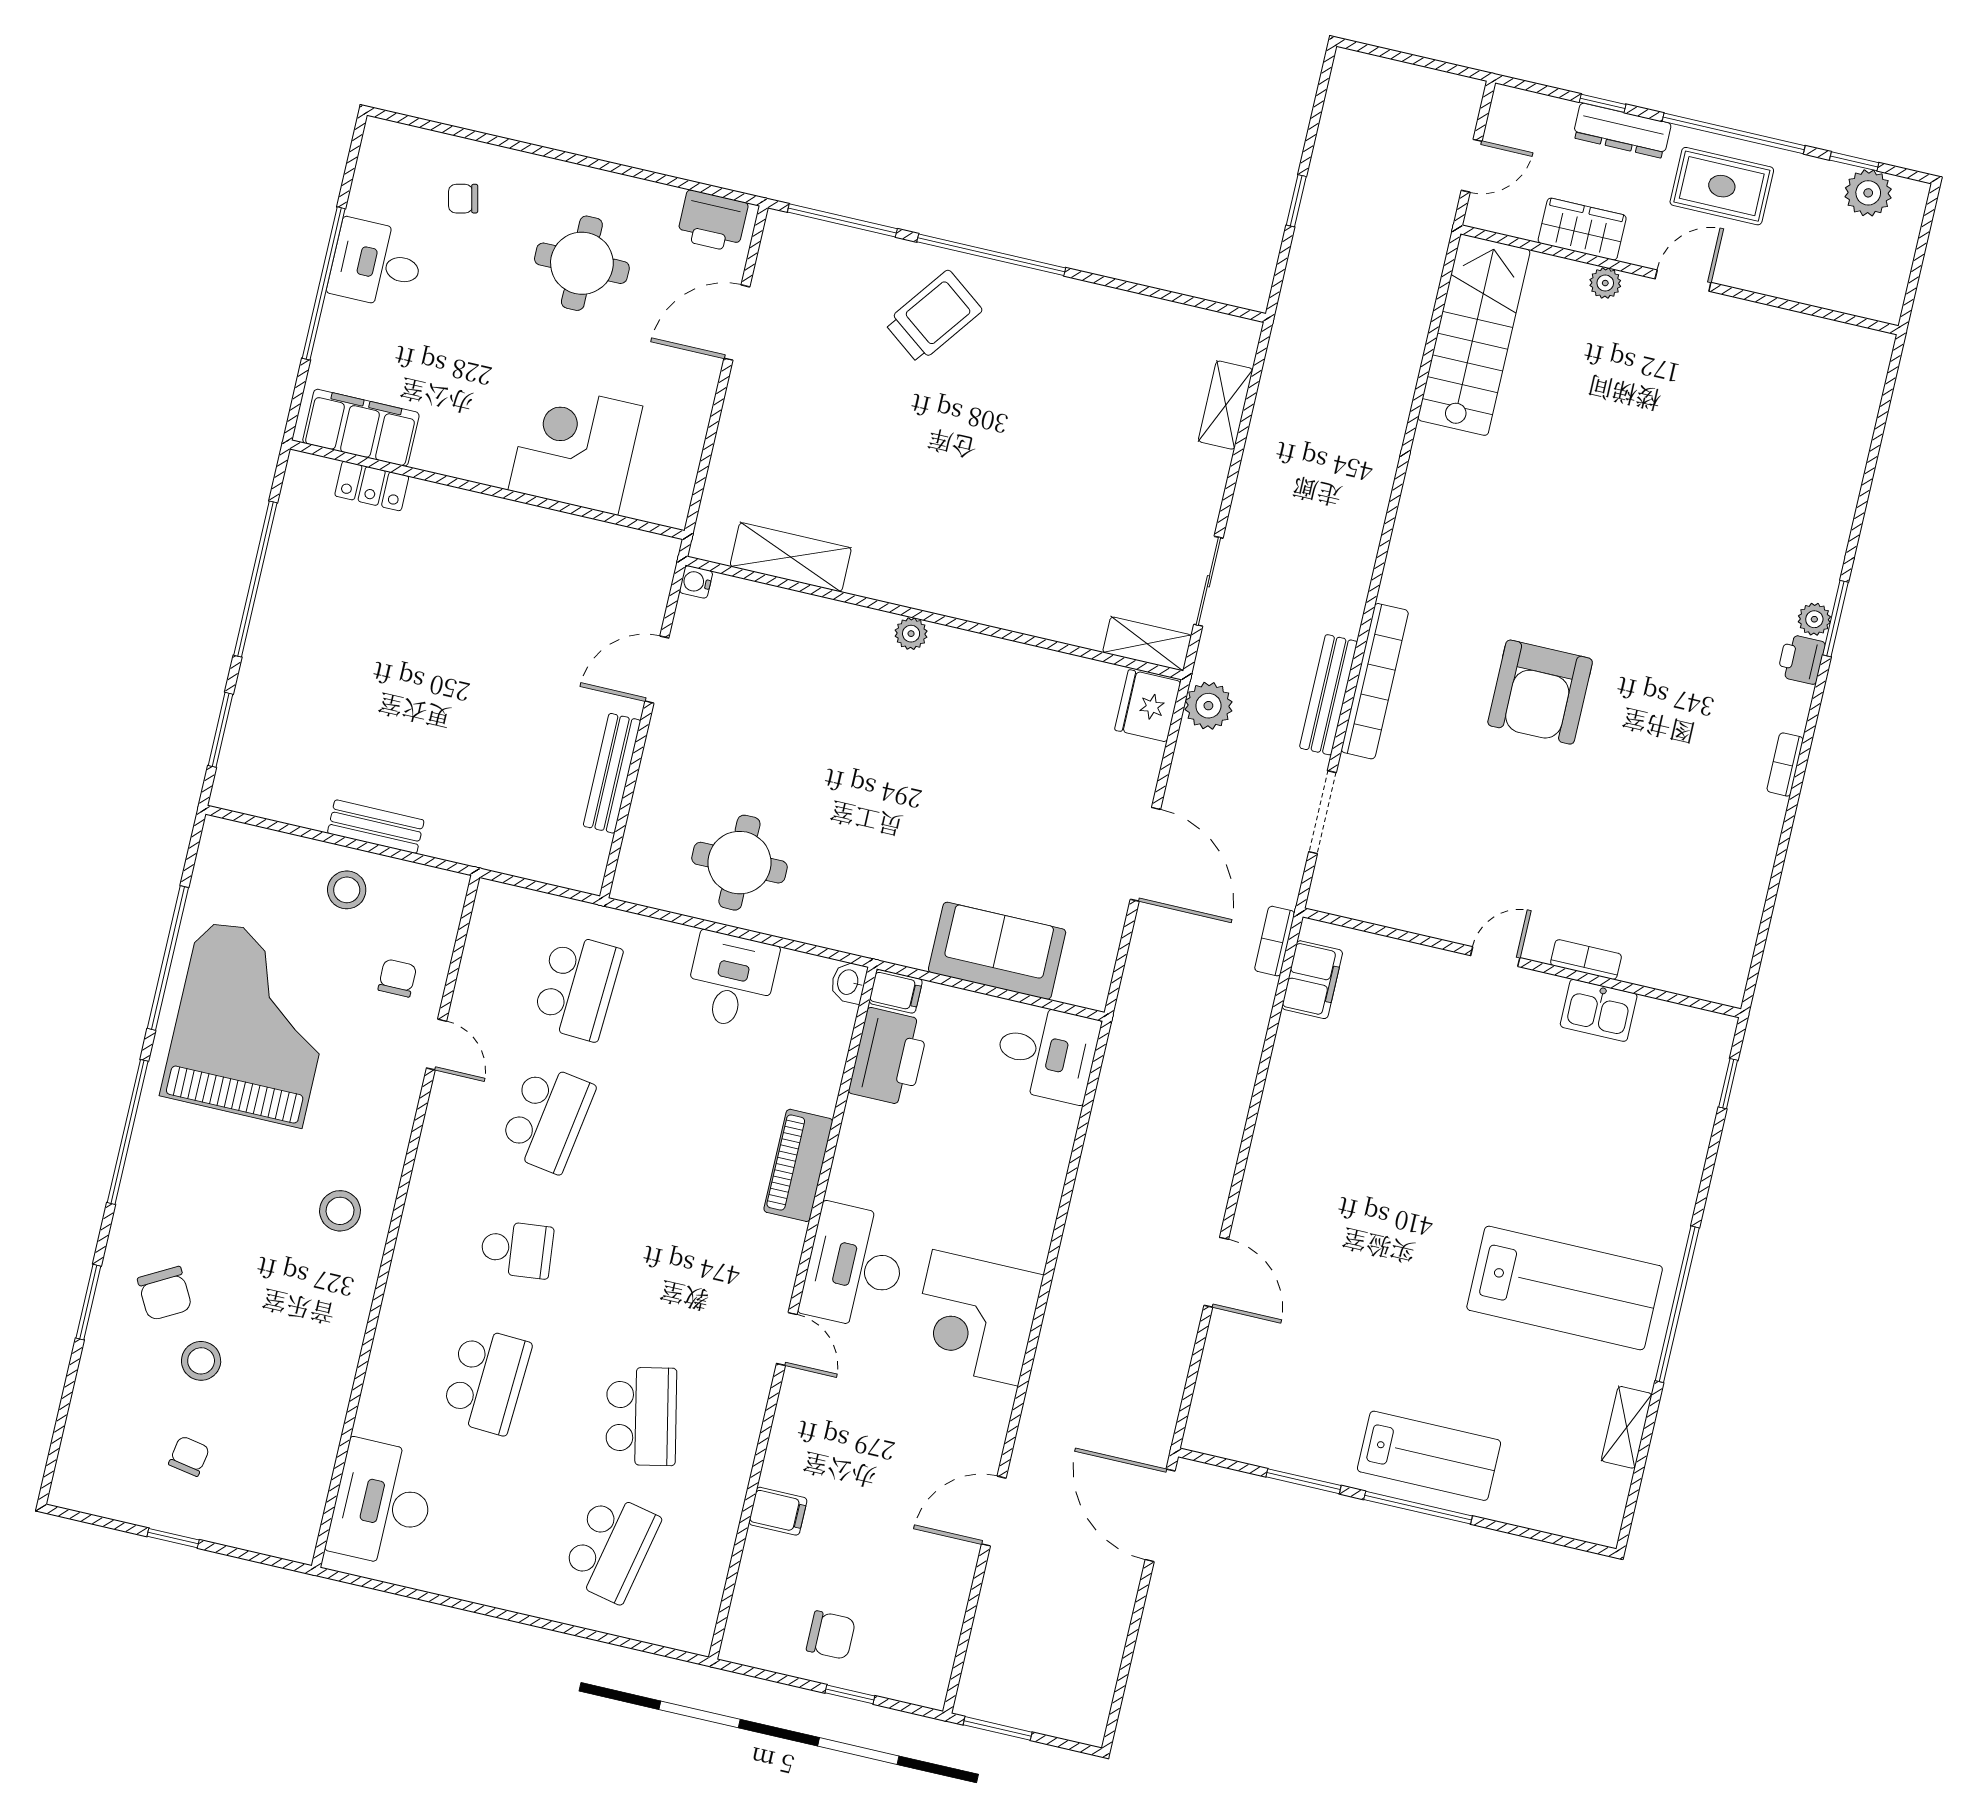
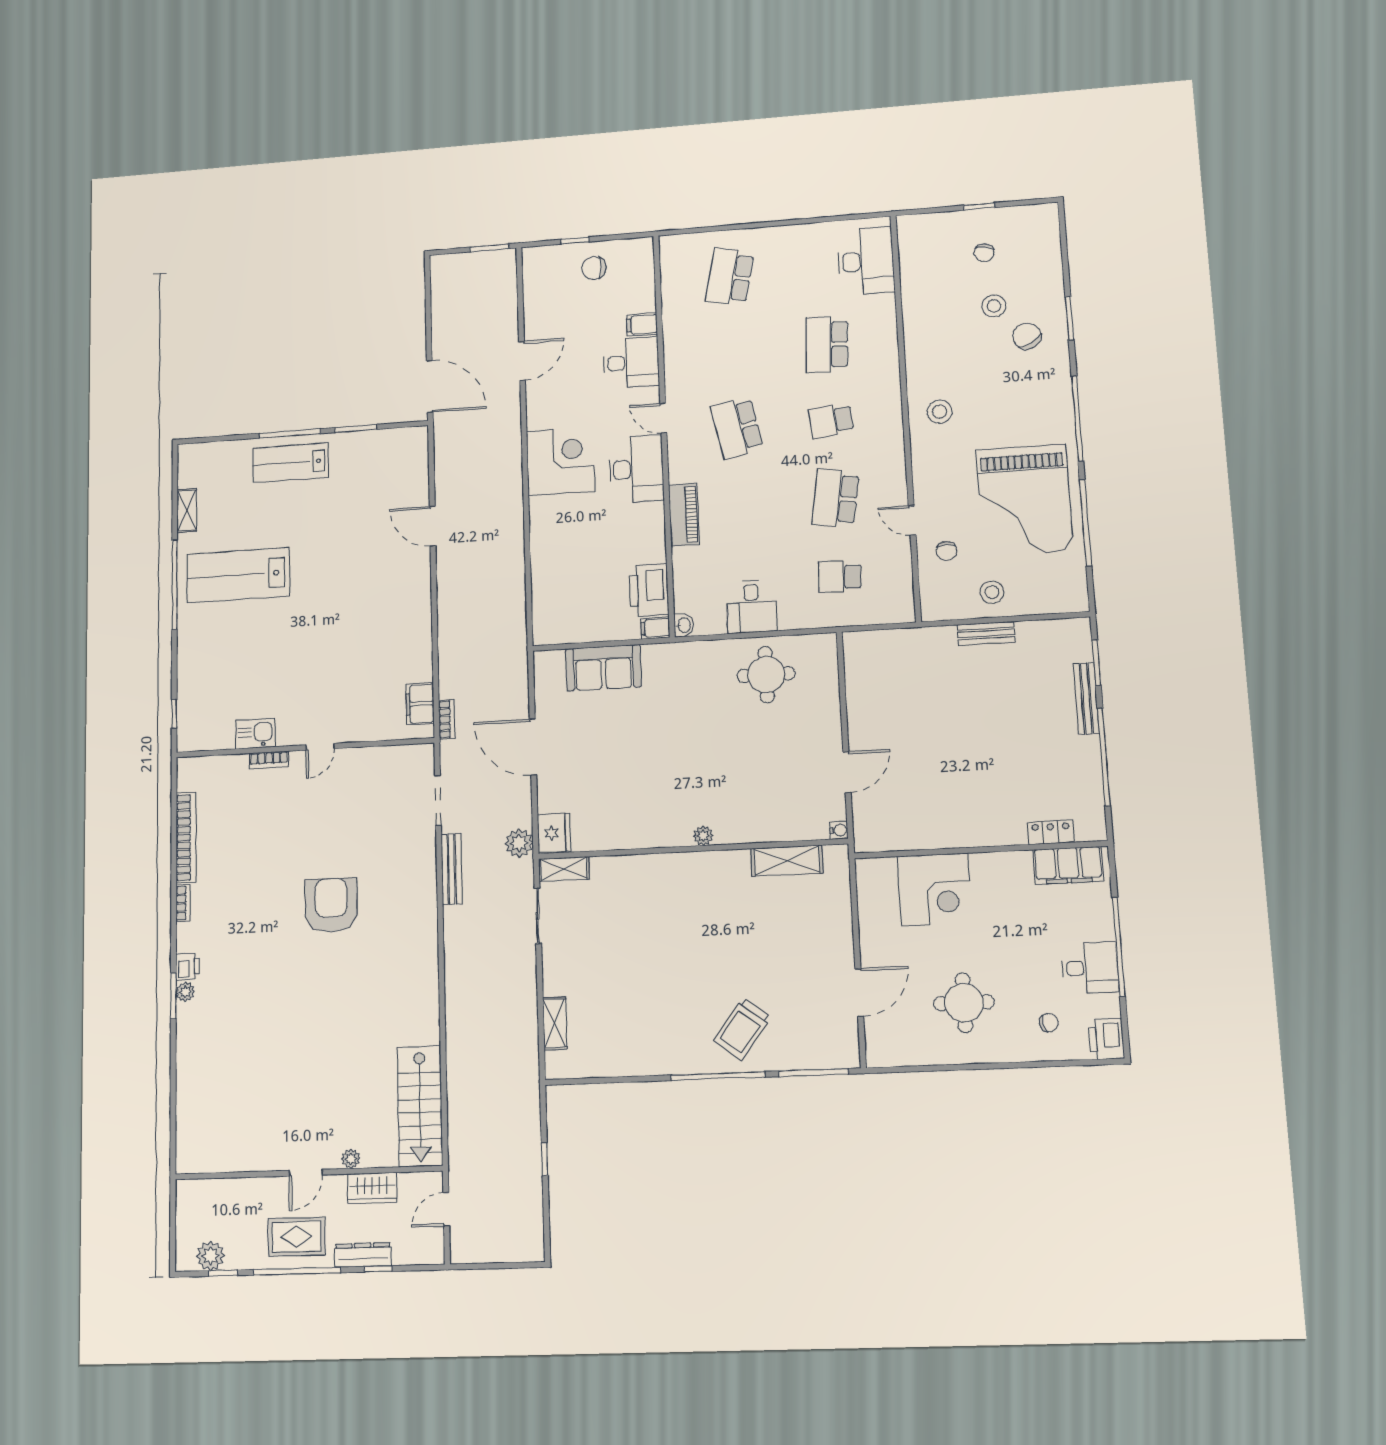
printer: (712, 221) -> (1106, 1039), moved, turned -90
bookcase: (1375, 681) -> (186, 837), moved, turned 180
bench: (612, 773) -> (1086, 699), moved
school desk: (577, 987) -> (840, 577), width x0.54
desk: (1047, 1053) -> (631, 363), moved, turned 180
school desk: (641, 1416) -> (737, 428), moved

